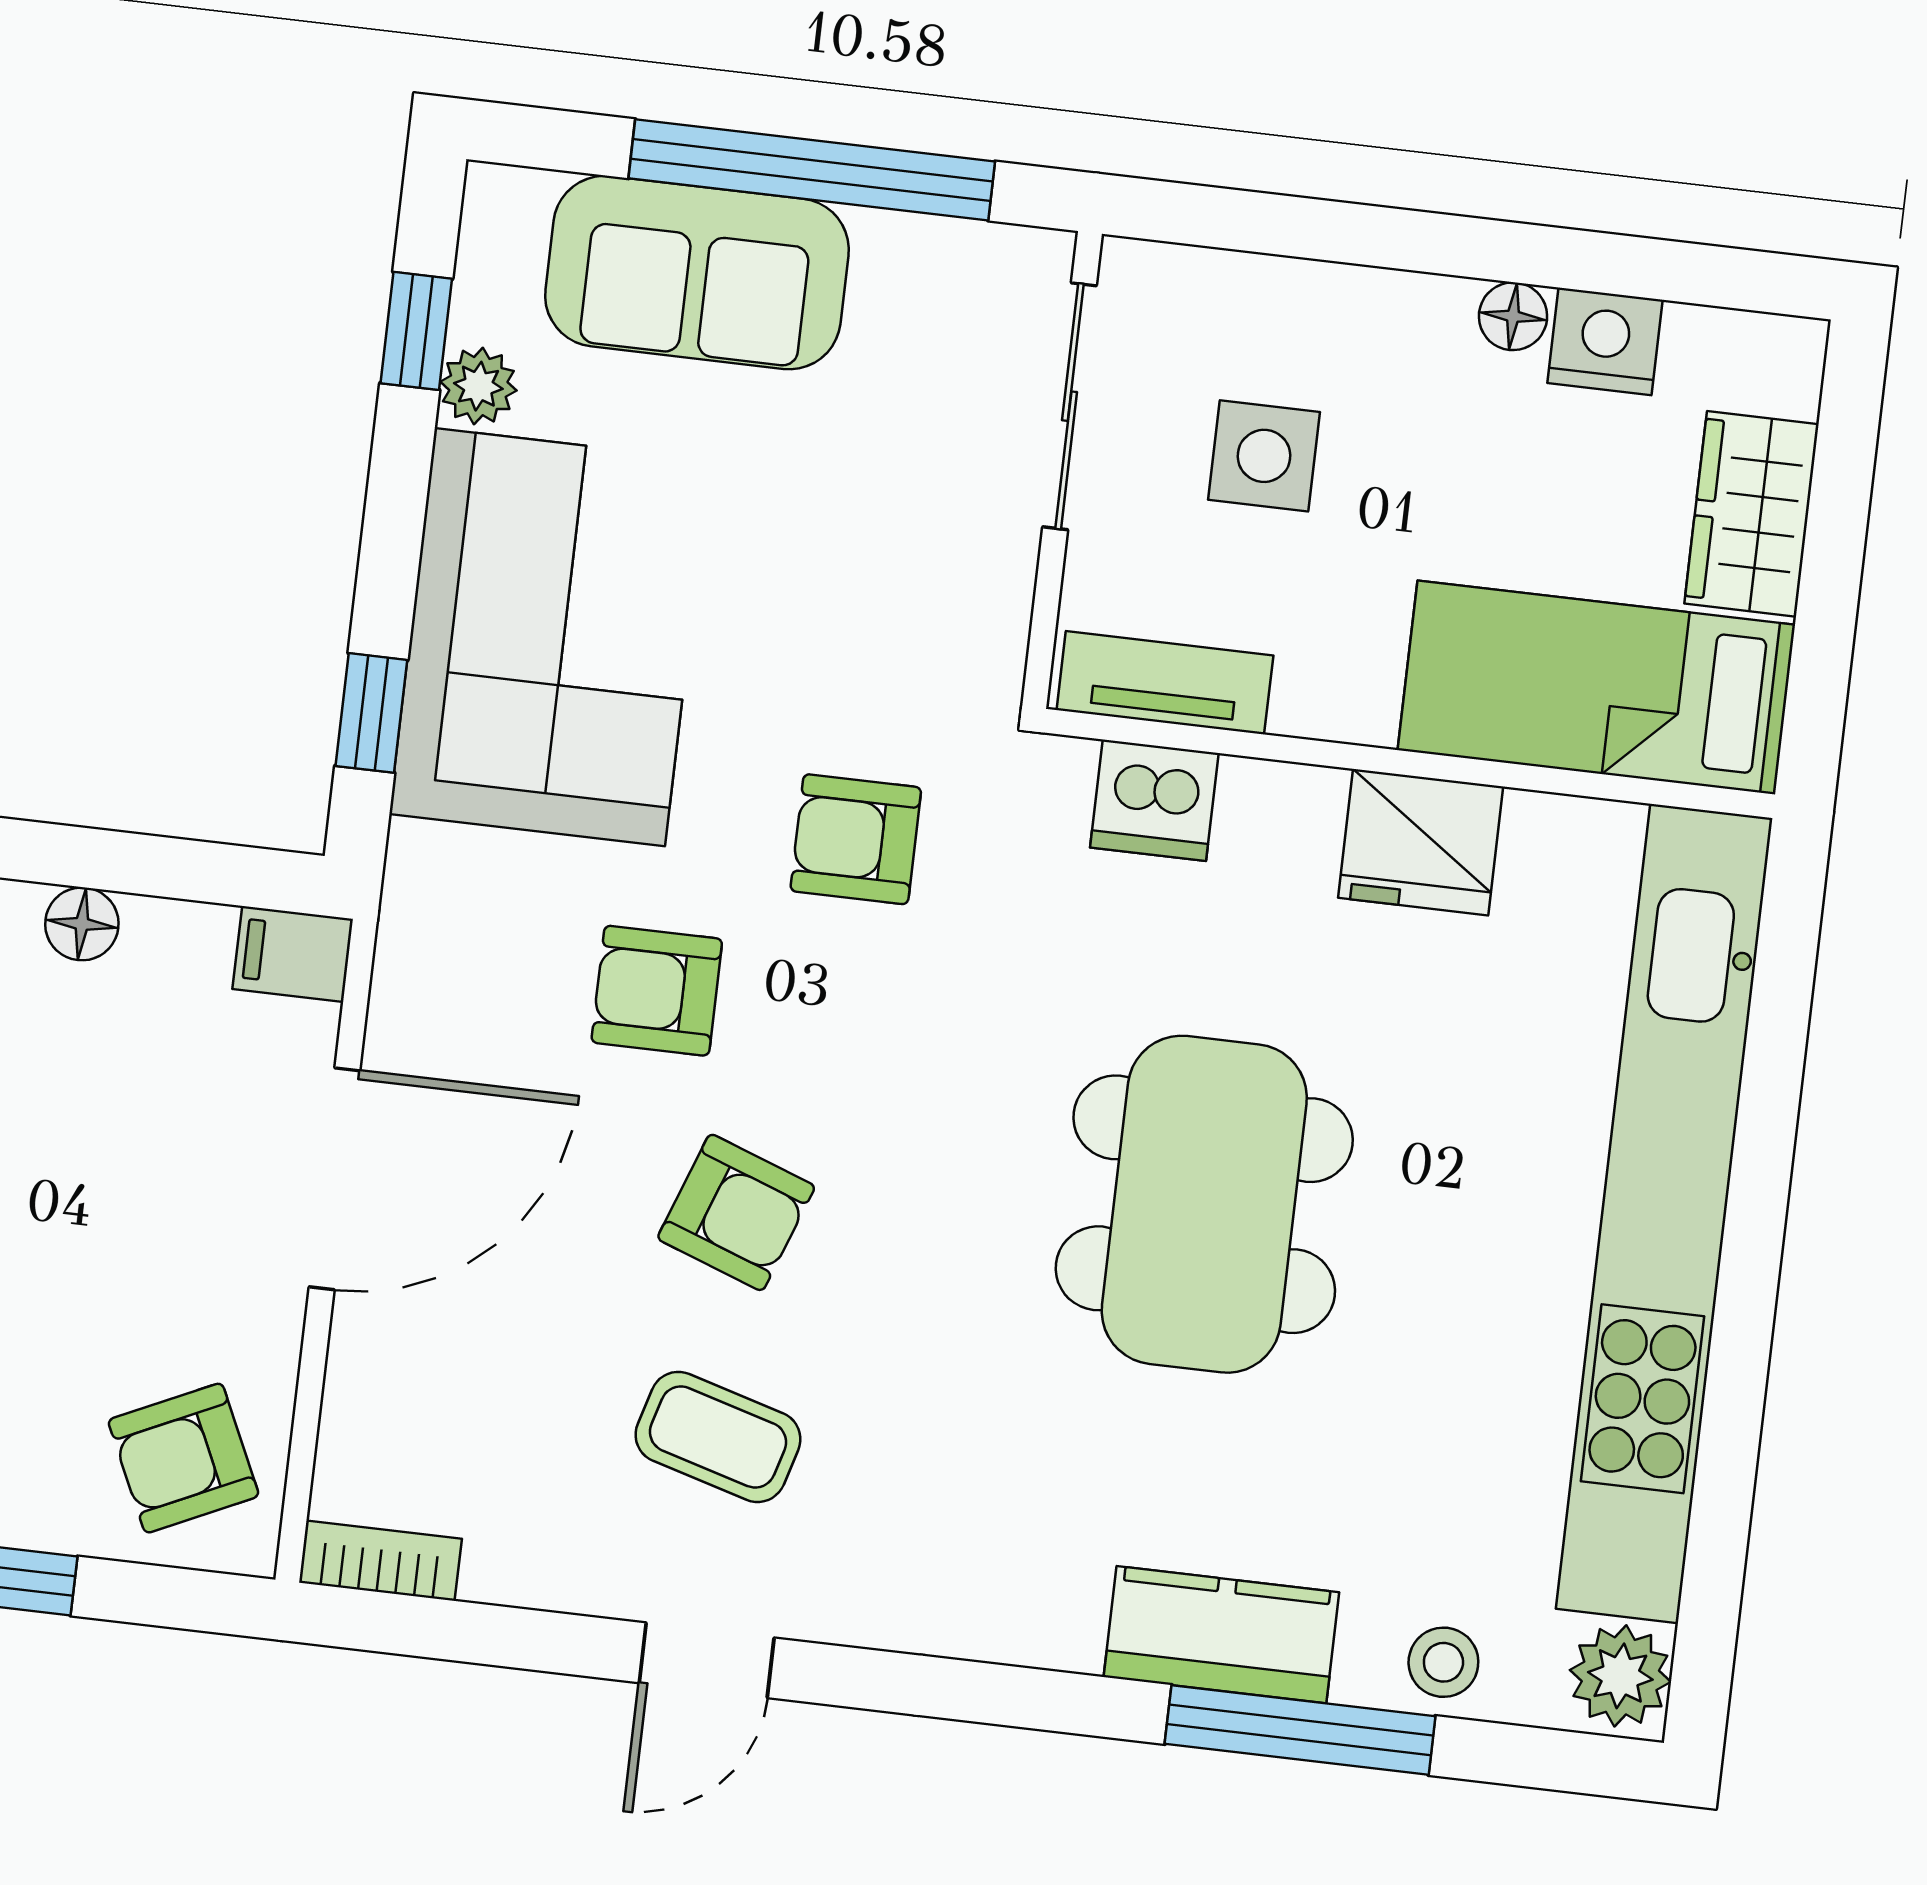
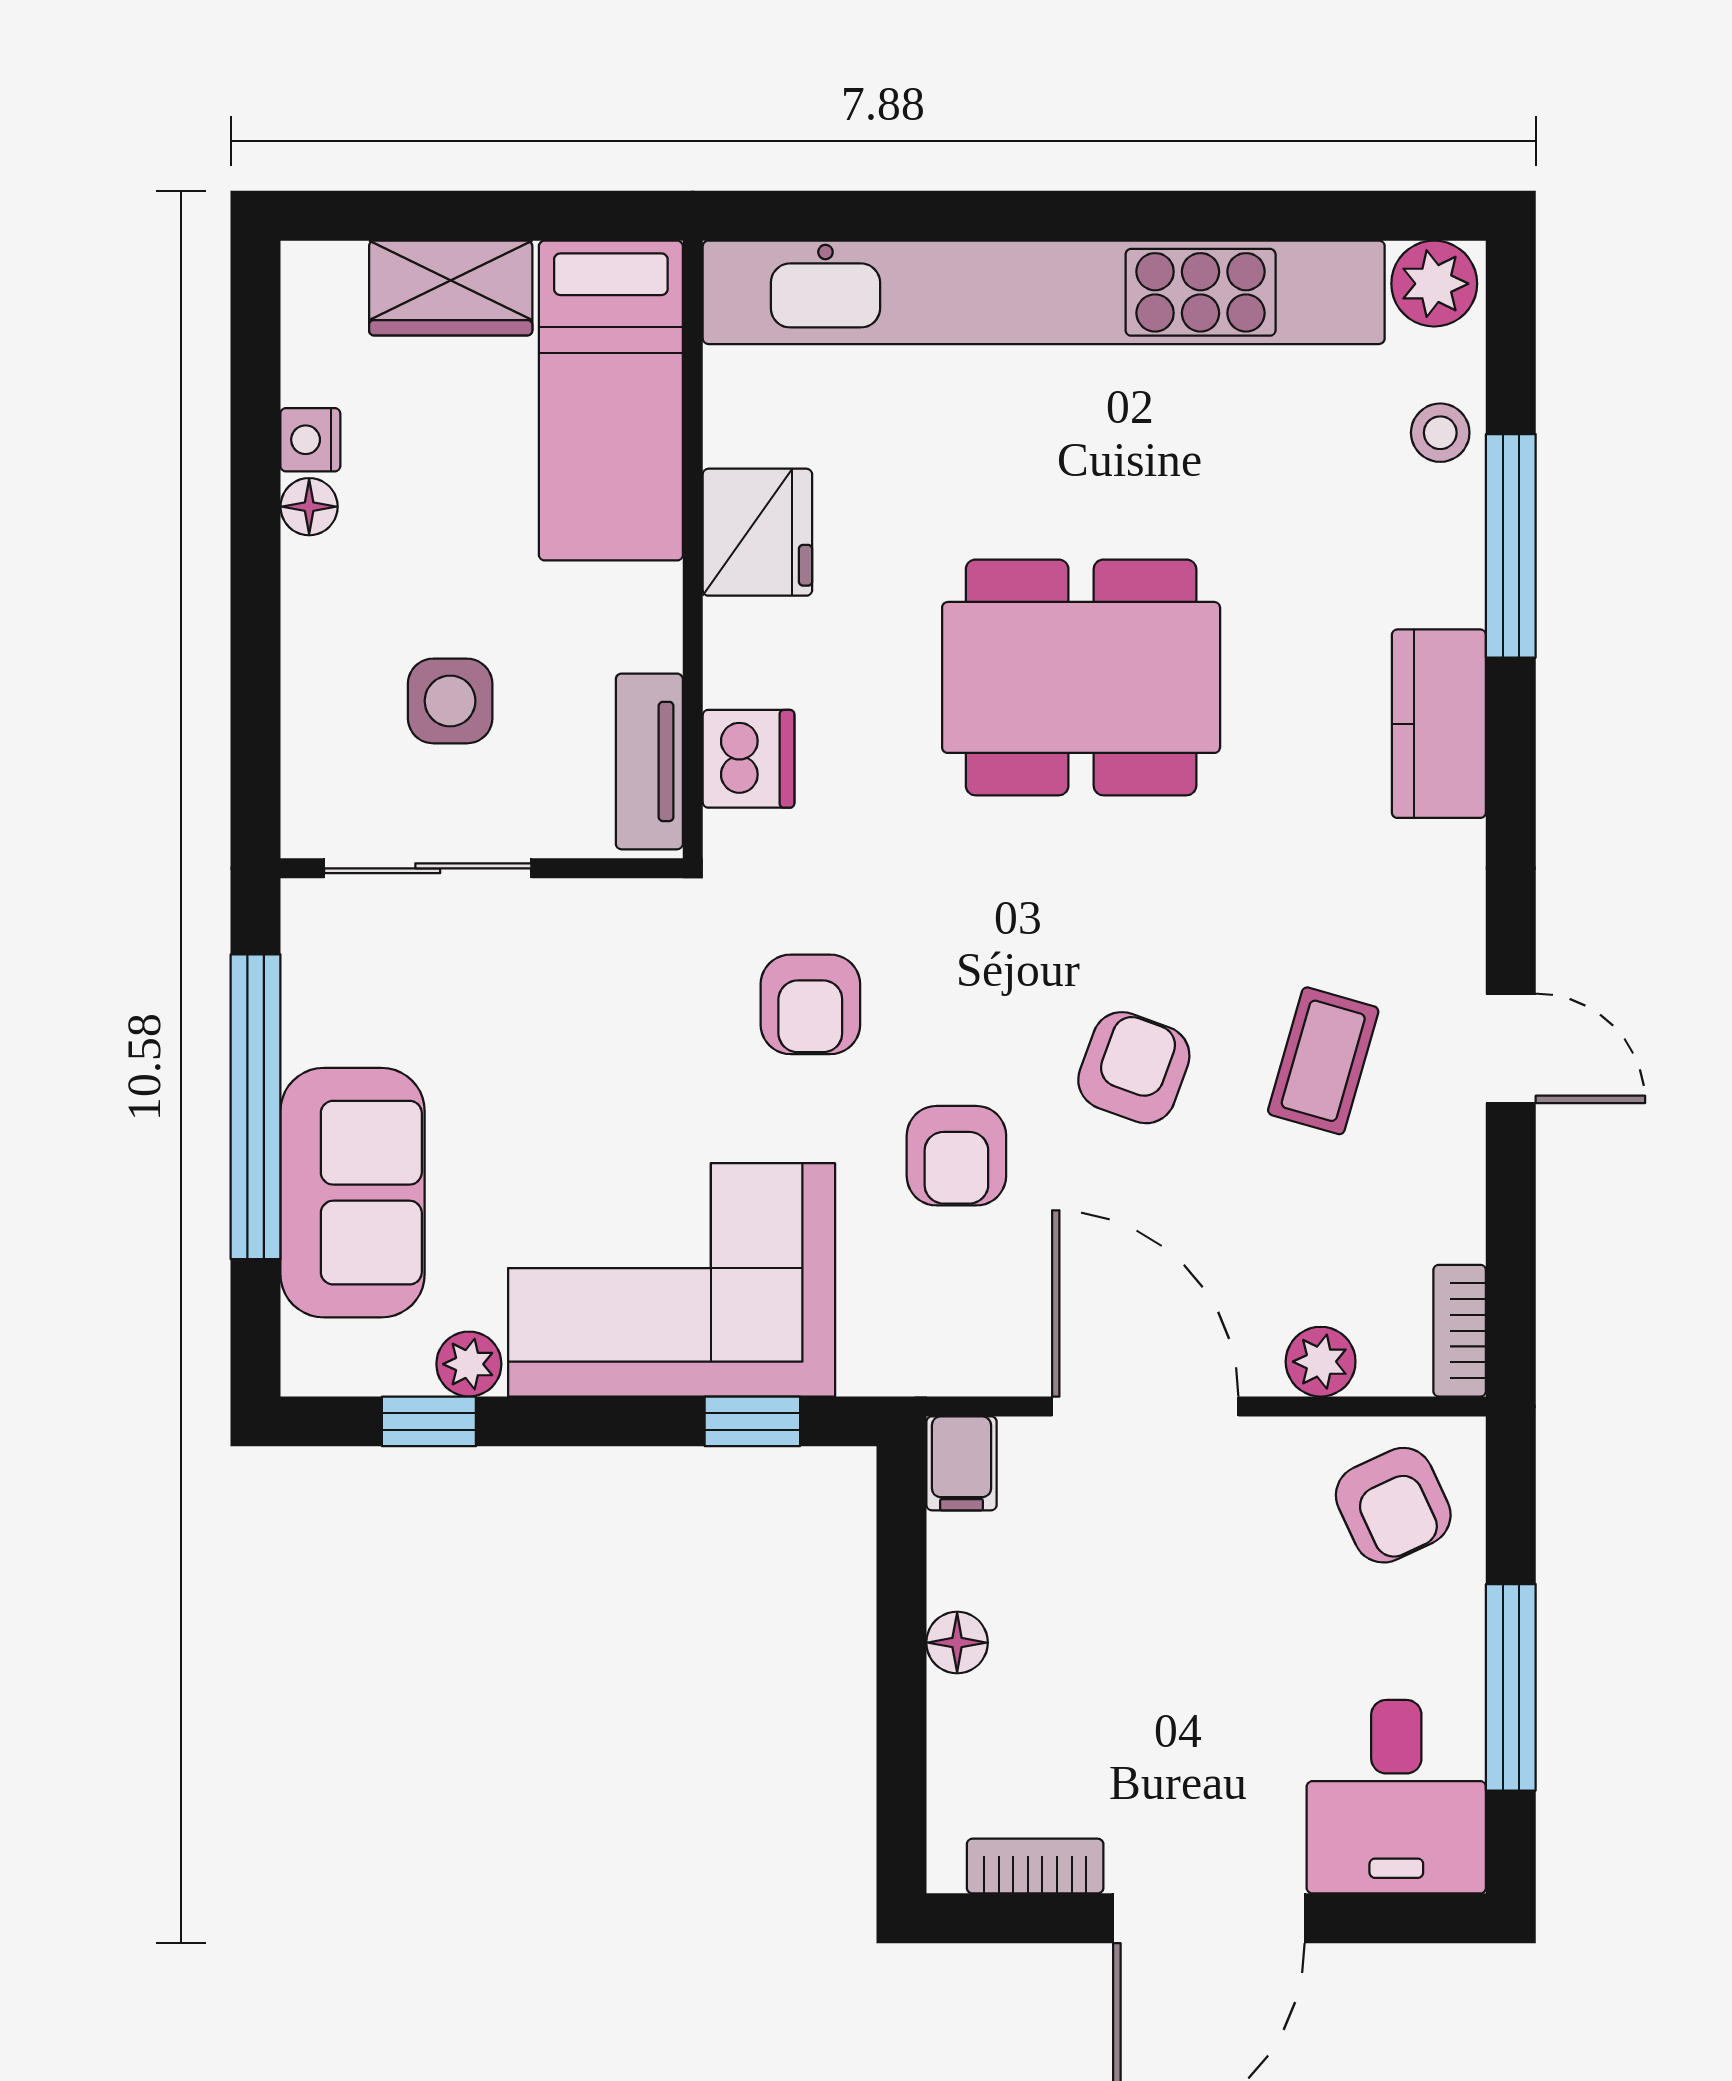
nightstand: (1605, 341) -> (310, 440), width x0.72, depth x0.74
plant: (363, 1392) -> (1321, 1362), added
kitchen counter: (1221, 1635) -> (1439, 724), moved

